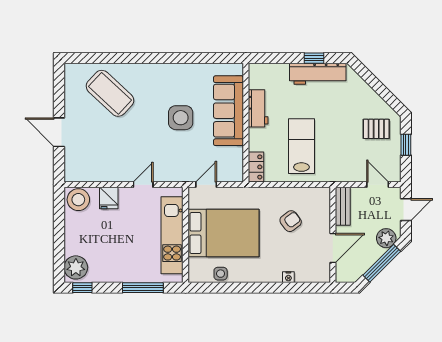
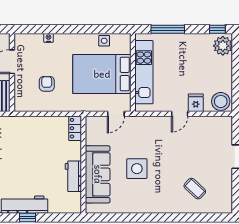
coffee table: (110, 93) -> (195, 189), width x0.54, depth x0.58
lab bench: (301, 146) -> (38, 145), removed
door: (143, 185) -> (180, 114), moved
armchair: (291, 221) -> (47, 84), turned 127

